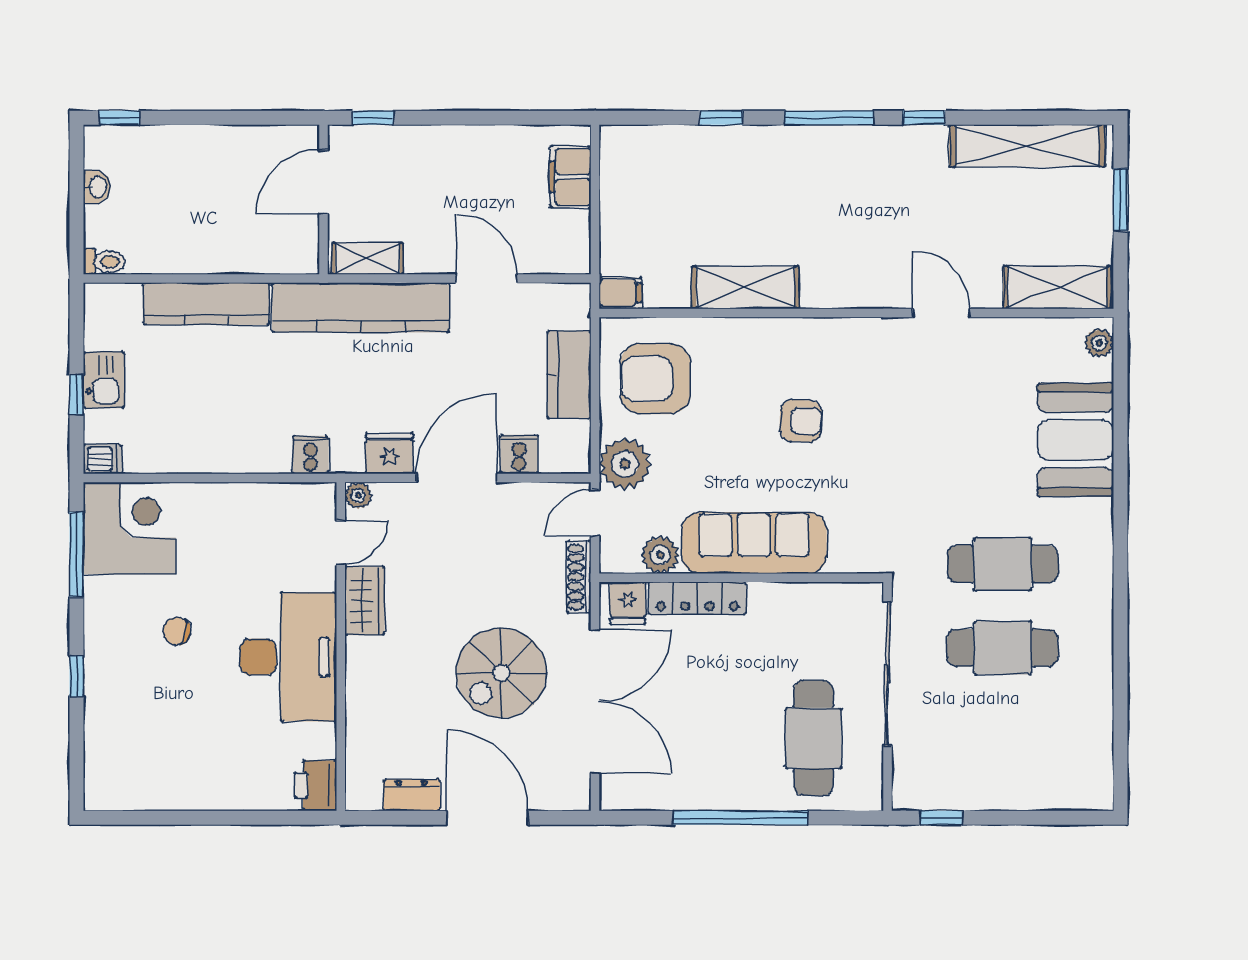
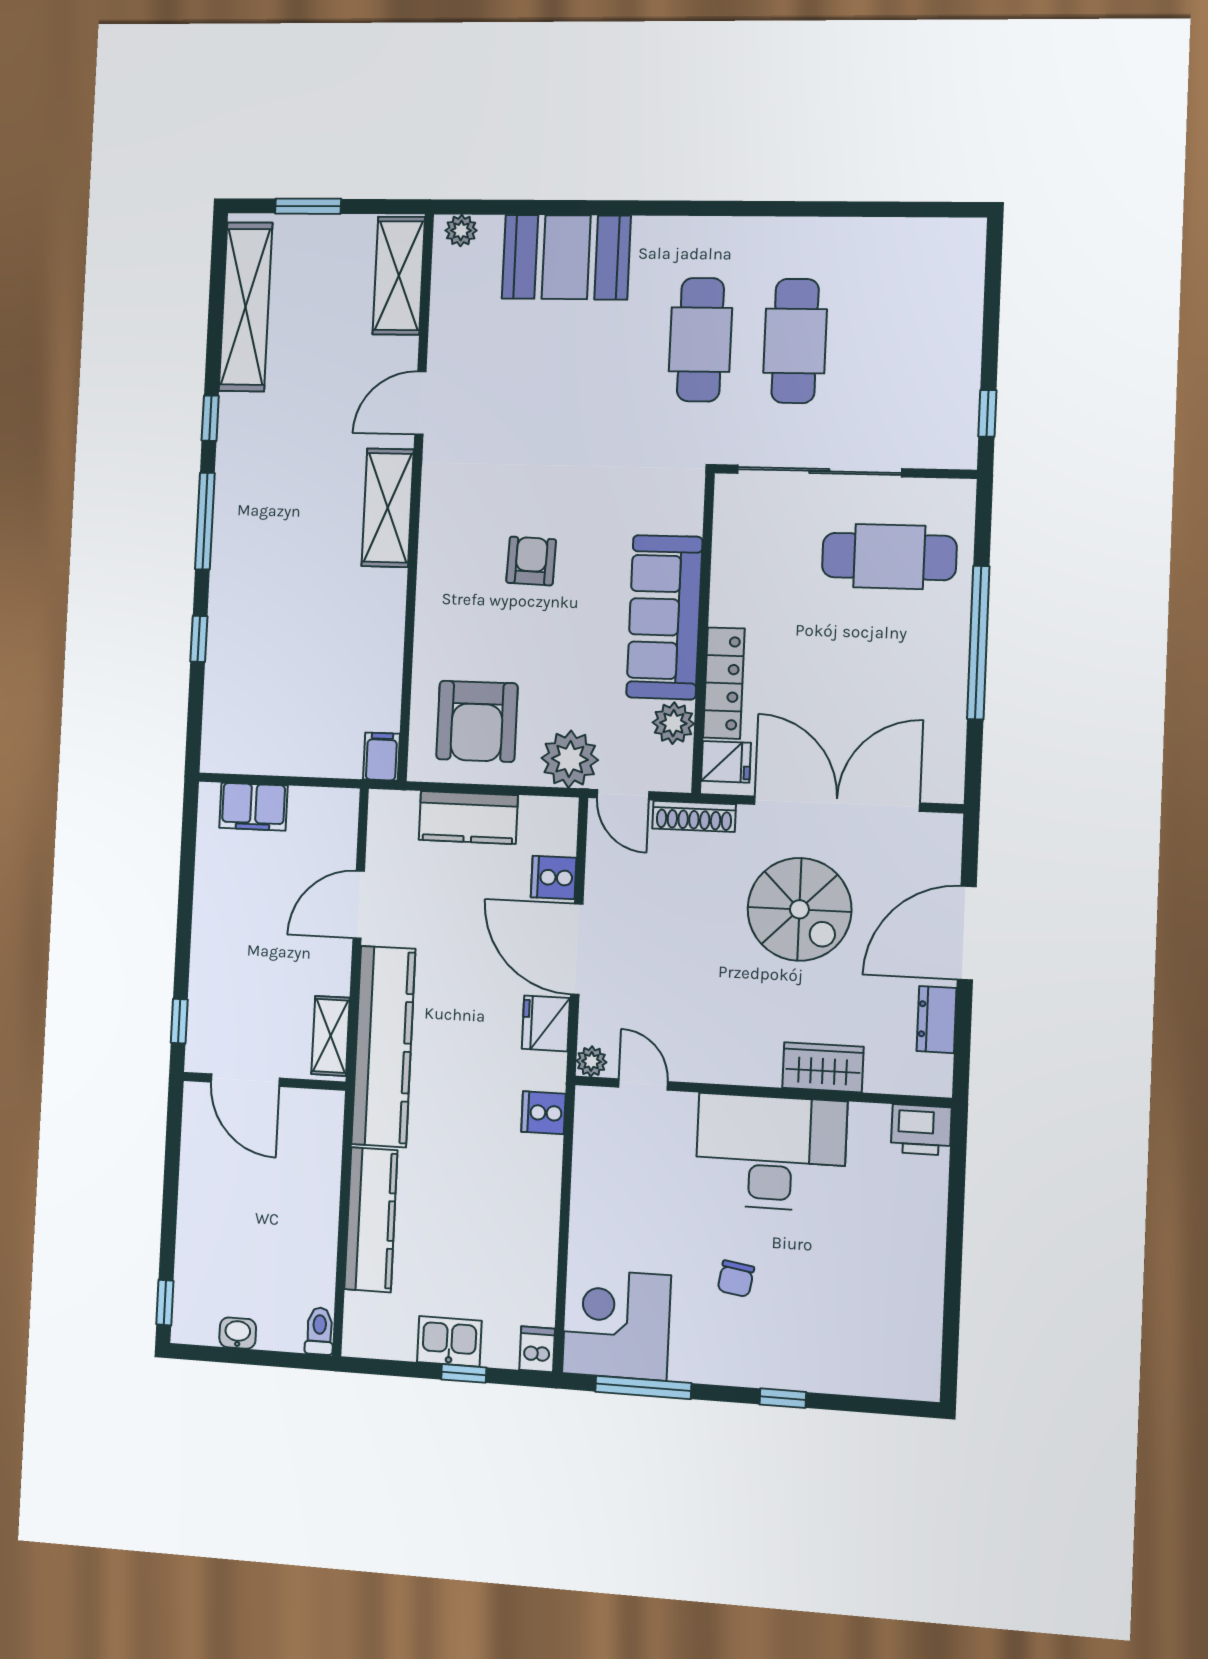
shelving: (745, 287) -> (388, 508), moved
wardrobe: (365, 601) -> (823, 1067), moved

